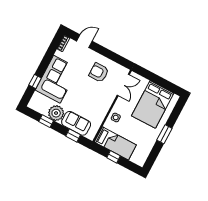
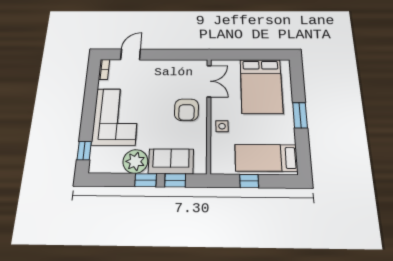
armchair: (99, 72) -> (186, 110), moved, turned -90
window: (35, 81) -> (84, 151), moved
window: (46, 121) -> (146, 180), moved
bed: (115, 143) -> (266, 158), moved, turned 180

